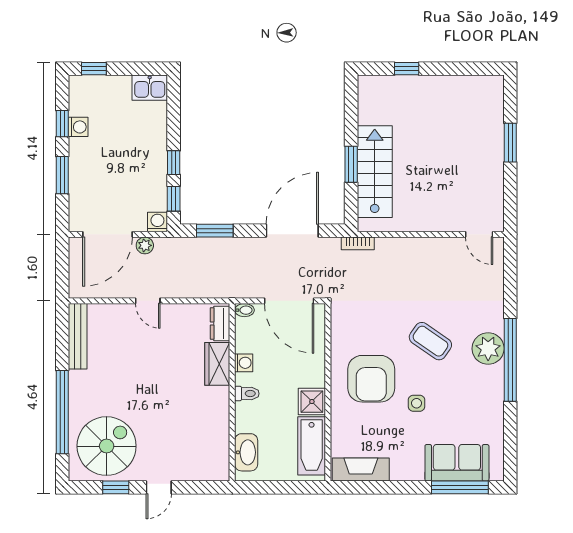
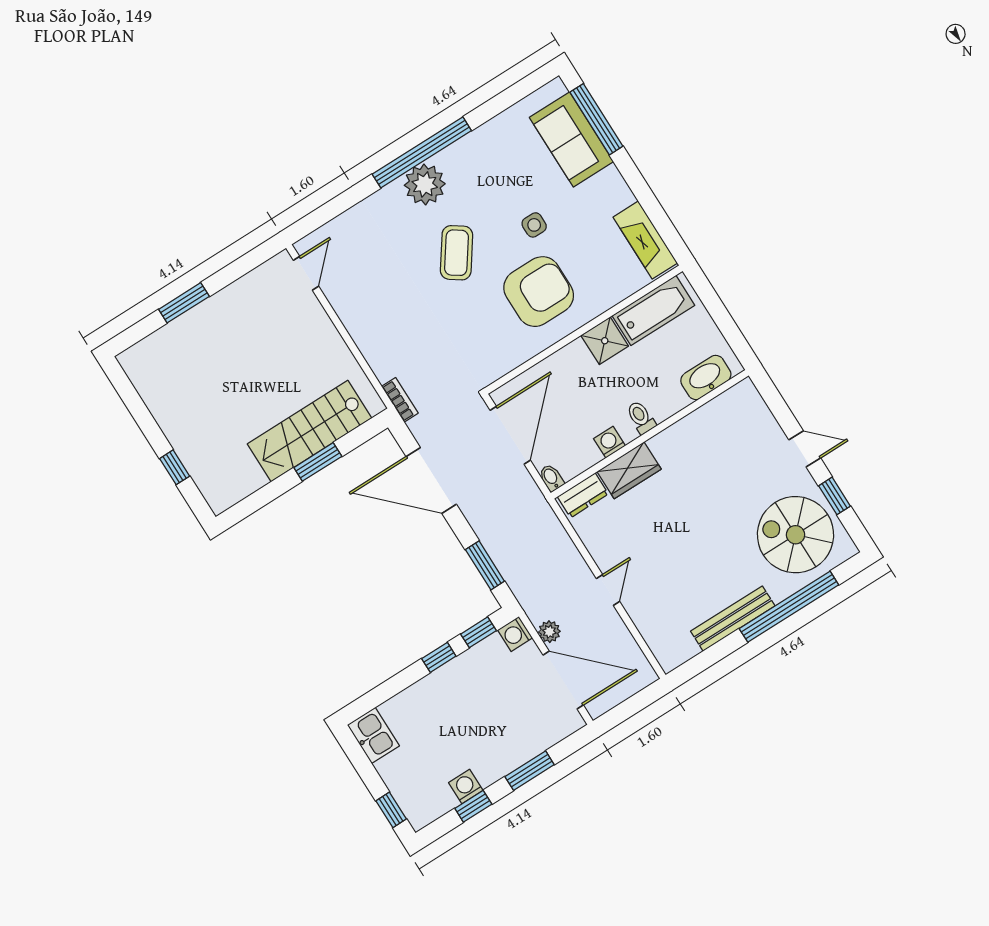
bench: (78, 336) -> (733, 619), moved

